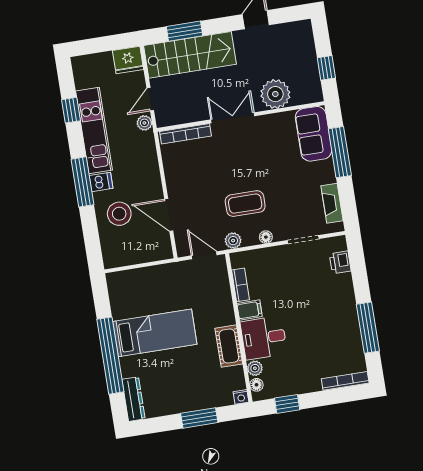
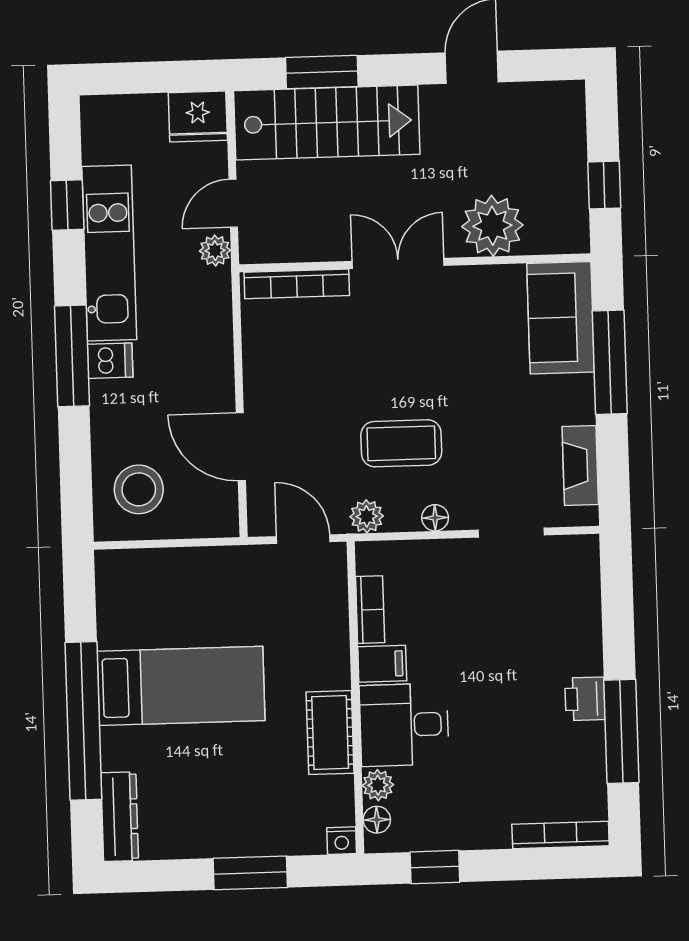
stool: (119, 214) -> (139, 489), moved
printer: (340, 262) -> (585, 699), moved

